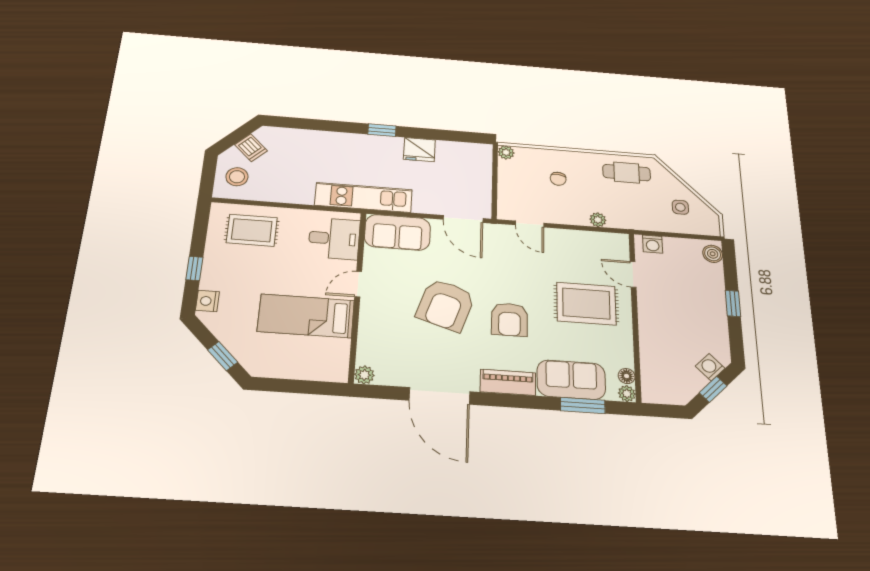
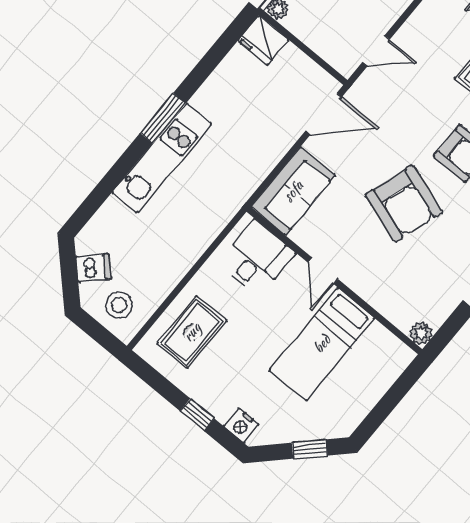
window: (382, 130) -> (163, 118), width x1.50
fridge: (419, 149) -> (263, 40), moved, turned 90
kitchen unit: (364, 197) -> (162, 158), moved, turned 180

